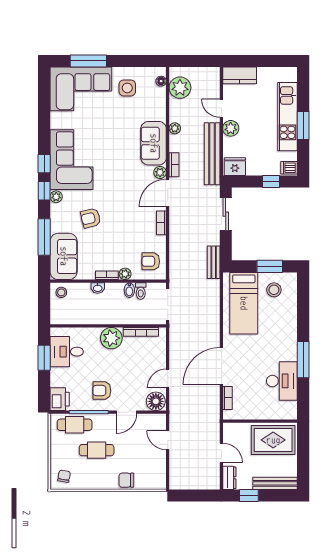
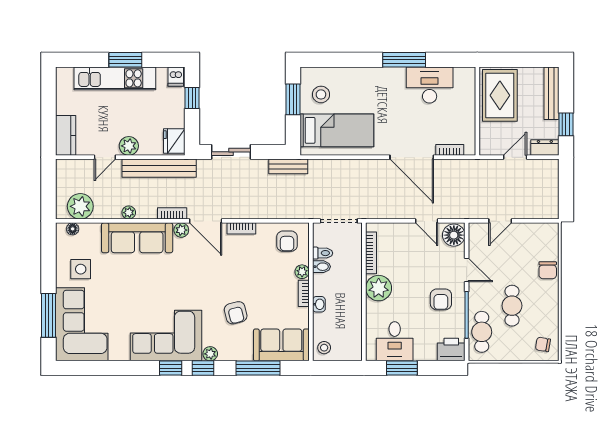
sofa: (154, 143) -> (137, 238), width x1.36

